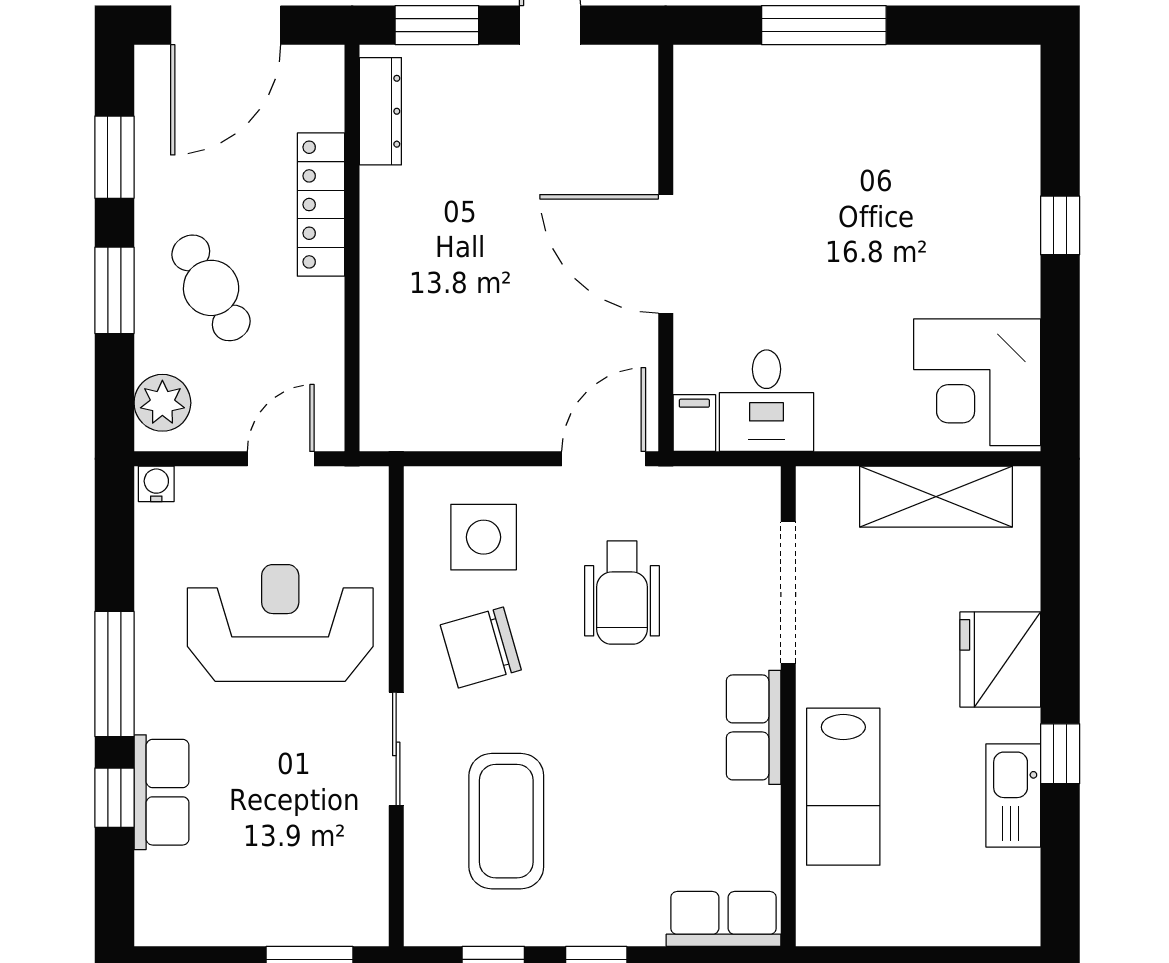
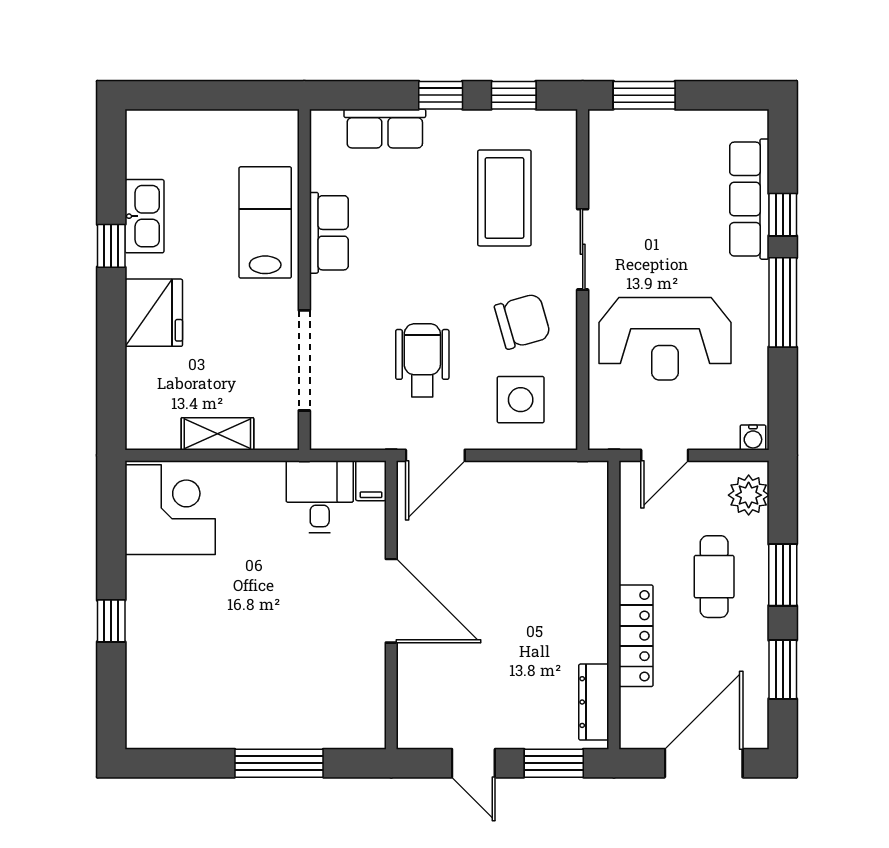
cafe table: (211, 288) -> (714, 577), turned 30
shelving: (936, 497) -> (217, 434), width x0.67, depth x0.75
row of seats: (754, 727) -> (329, 233), moved
row of seats: (162, 792) -> (749, 199), width x1.48
row of seats: (723, 919) -> (385, 129), moved

